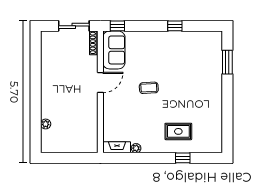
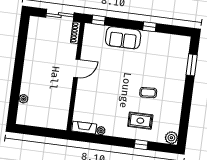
sofa: (114, 50) -> (123, 38), moved, turned 90
coffee table: (149, 88) -> (148, 93), moved
plant: (215, 146) -> (171, 138), added

